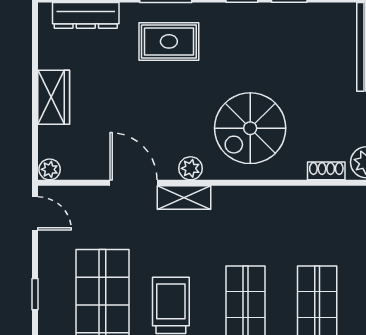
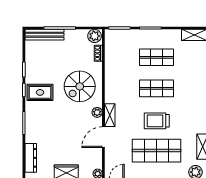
rug: (169, 41) -> (40, 92), moved, turned 90
spiral stairs: (250, 128) -> (80, 86), turned 90

